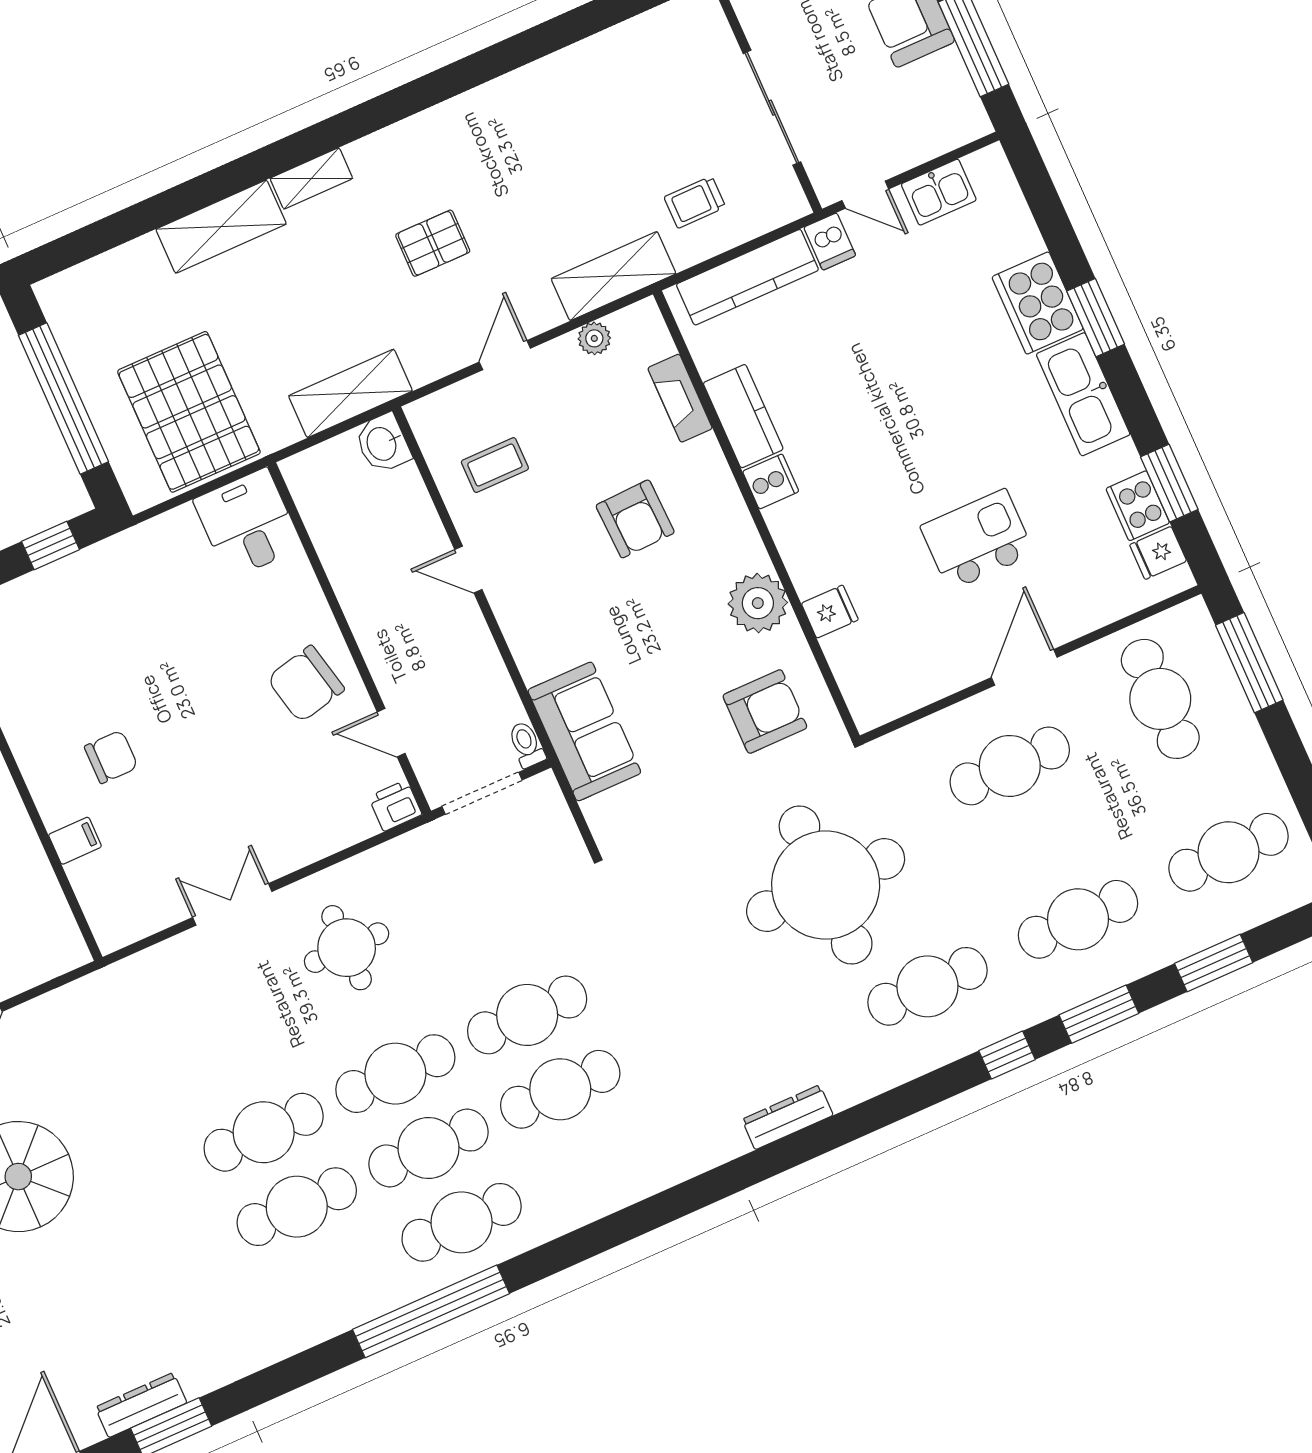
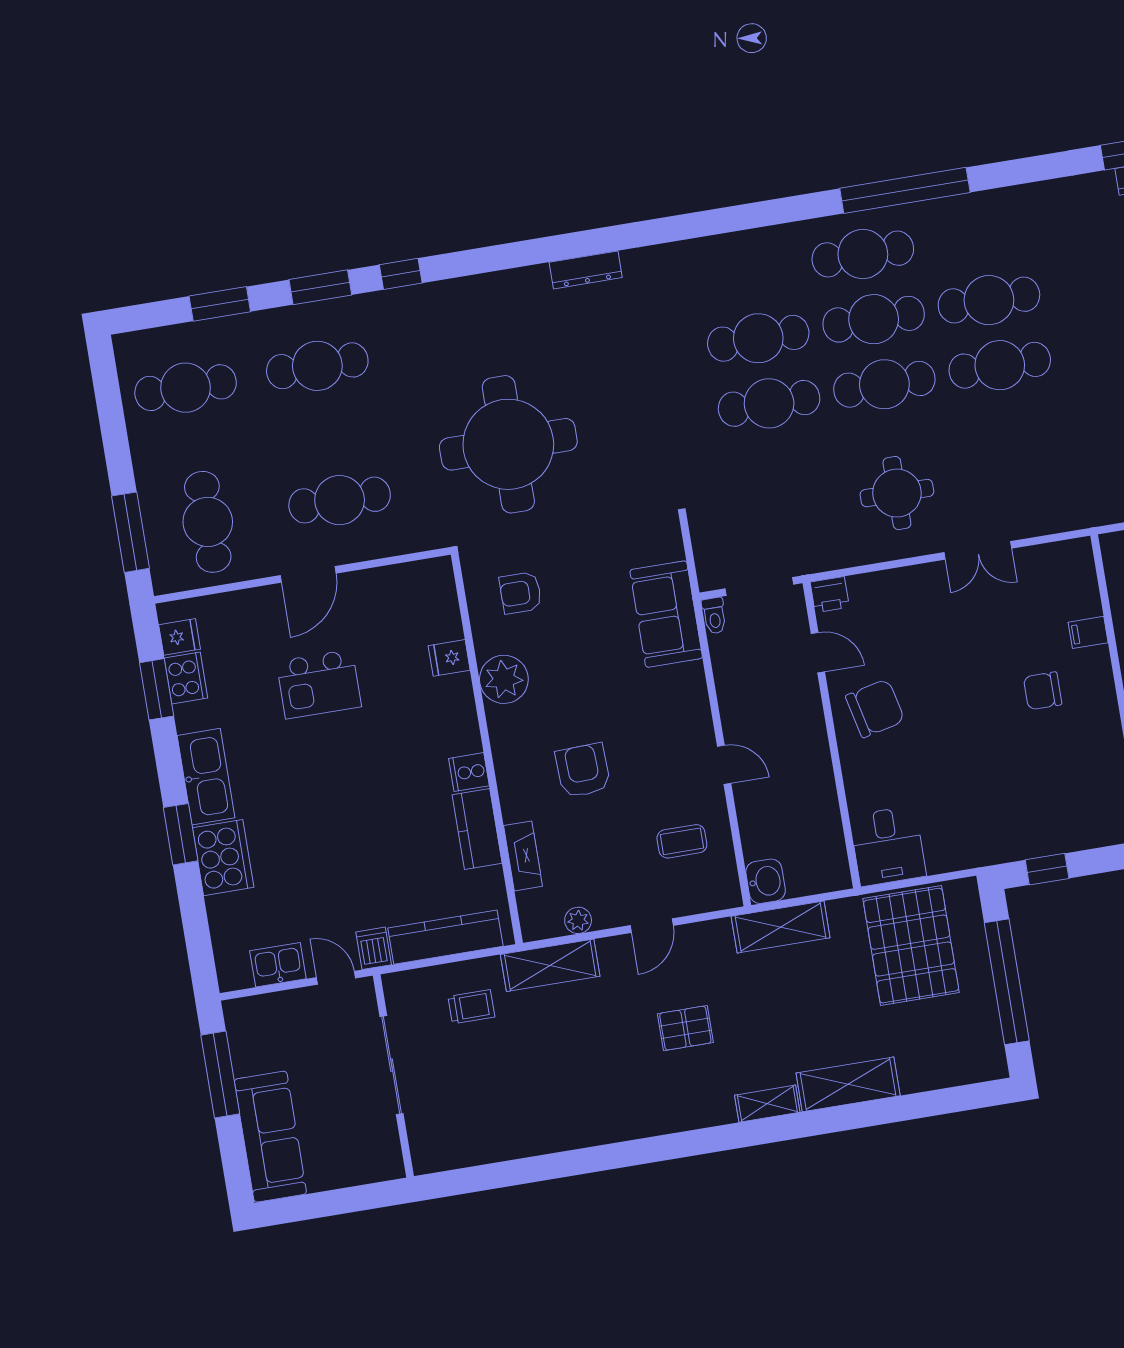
armchair: (765, 711) -> (520, 593), width x0.72, depth x0.72
cafe table: (927, 986) -> (449, 344), removed

